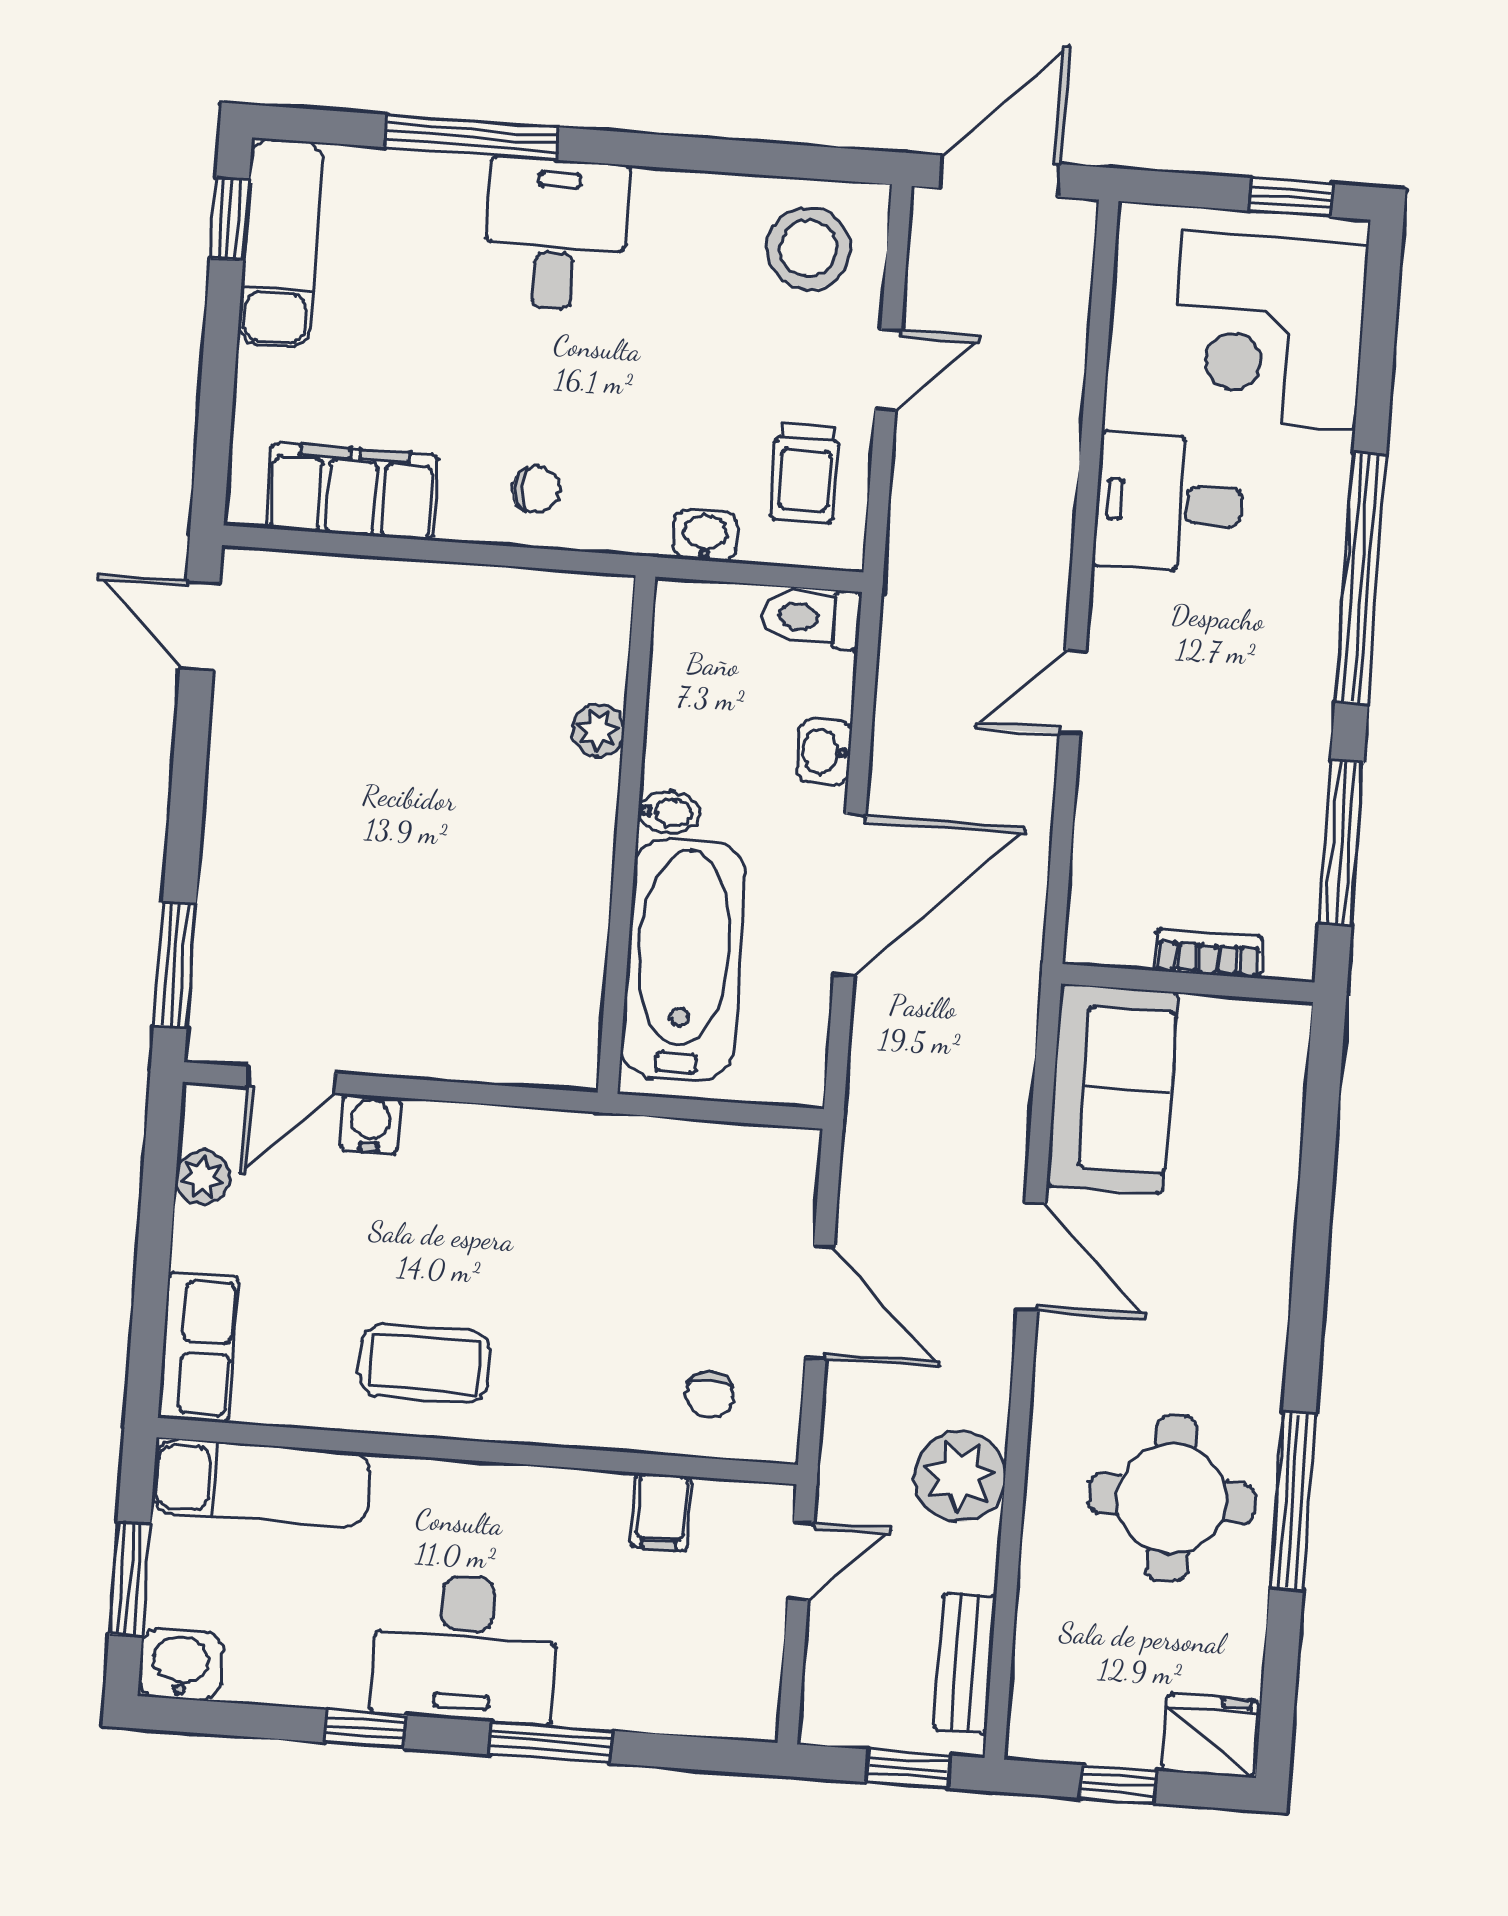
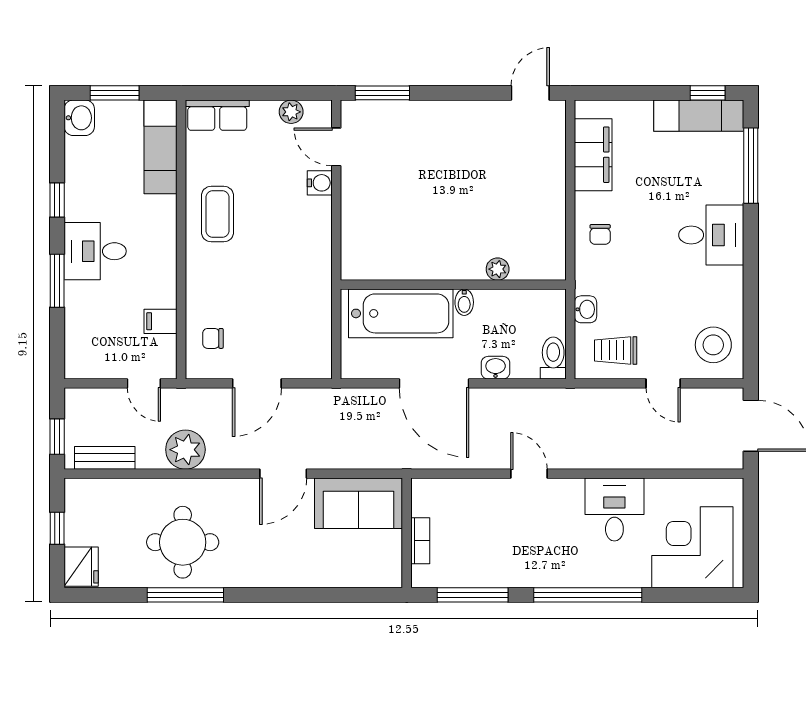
window: (472, 137) -> (751, 166), moved
window: (1291, 197) -> (751, 552), removed
desk: (465, 1649) -> (95, 251), width x0.73

